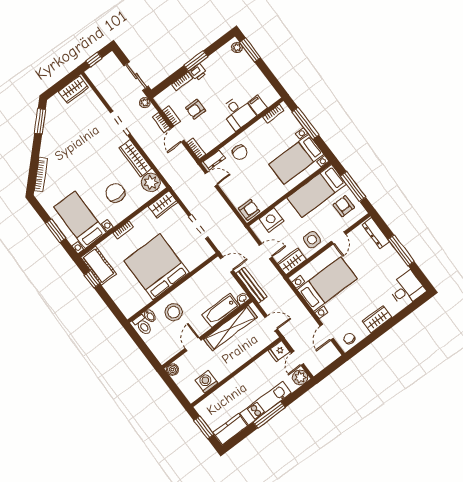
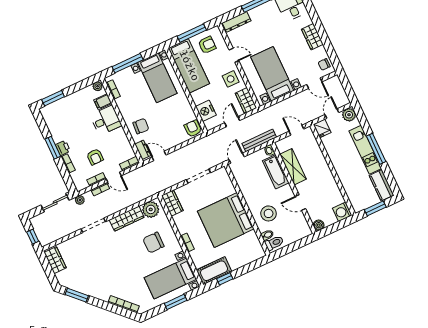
plant: (237, 48) -> (98, 86), moved
door: (211, 179) -> (159, 156), hinge flipped
armchair: (344, 206) -> (207, 45), turned 180
door: (271, 323) -> (296, 130), hinge flipped
shelving: (230, 328) -> (293, 167), width x0.68
door: (297, 358) -> (332, 114), swing flipped
washing machine: (206, 382) -> (342, 212), moved

